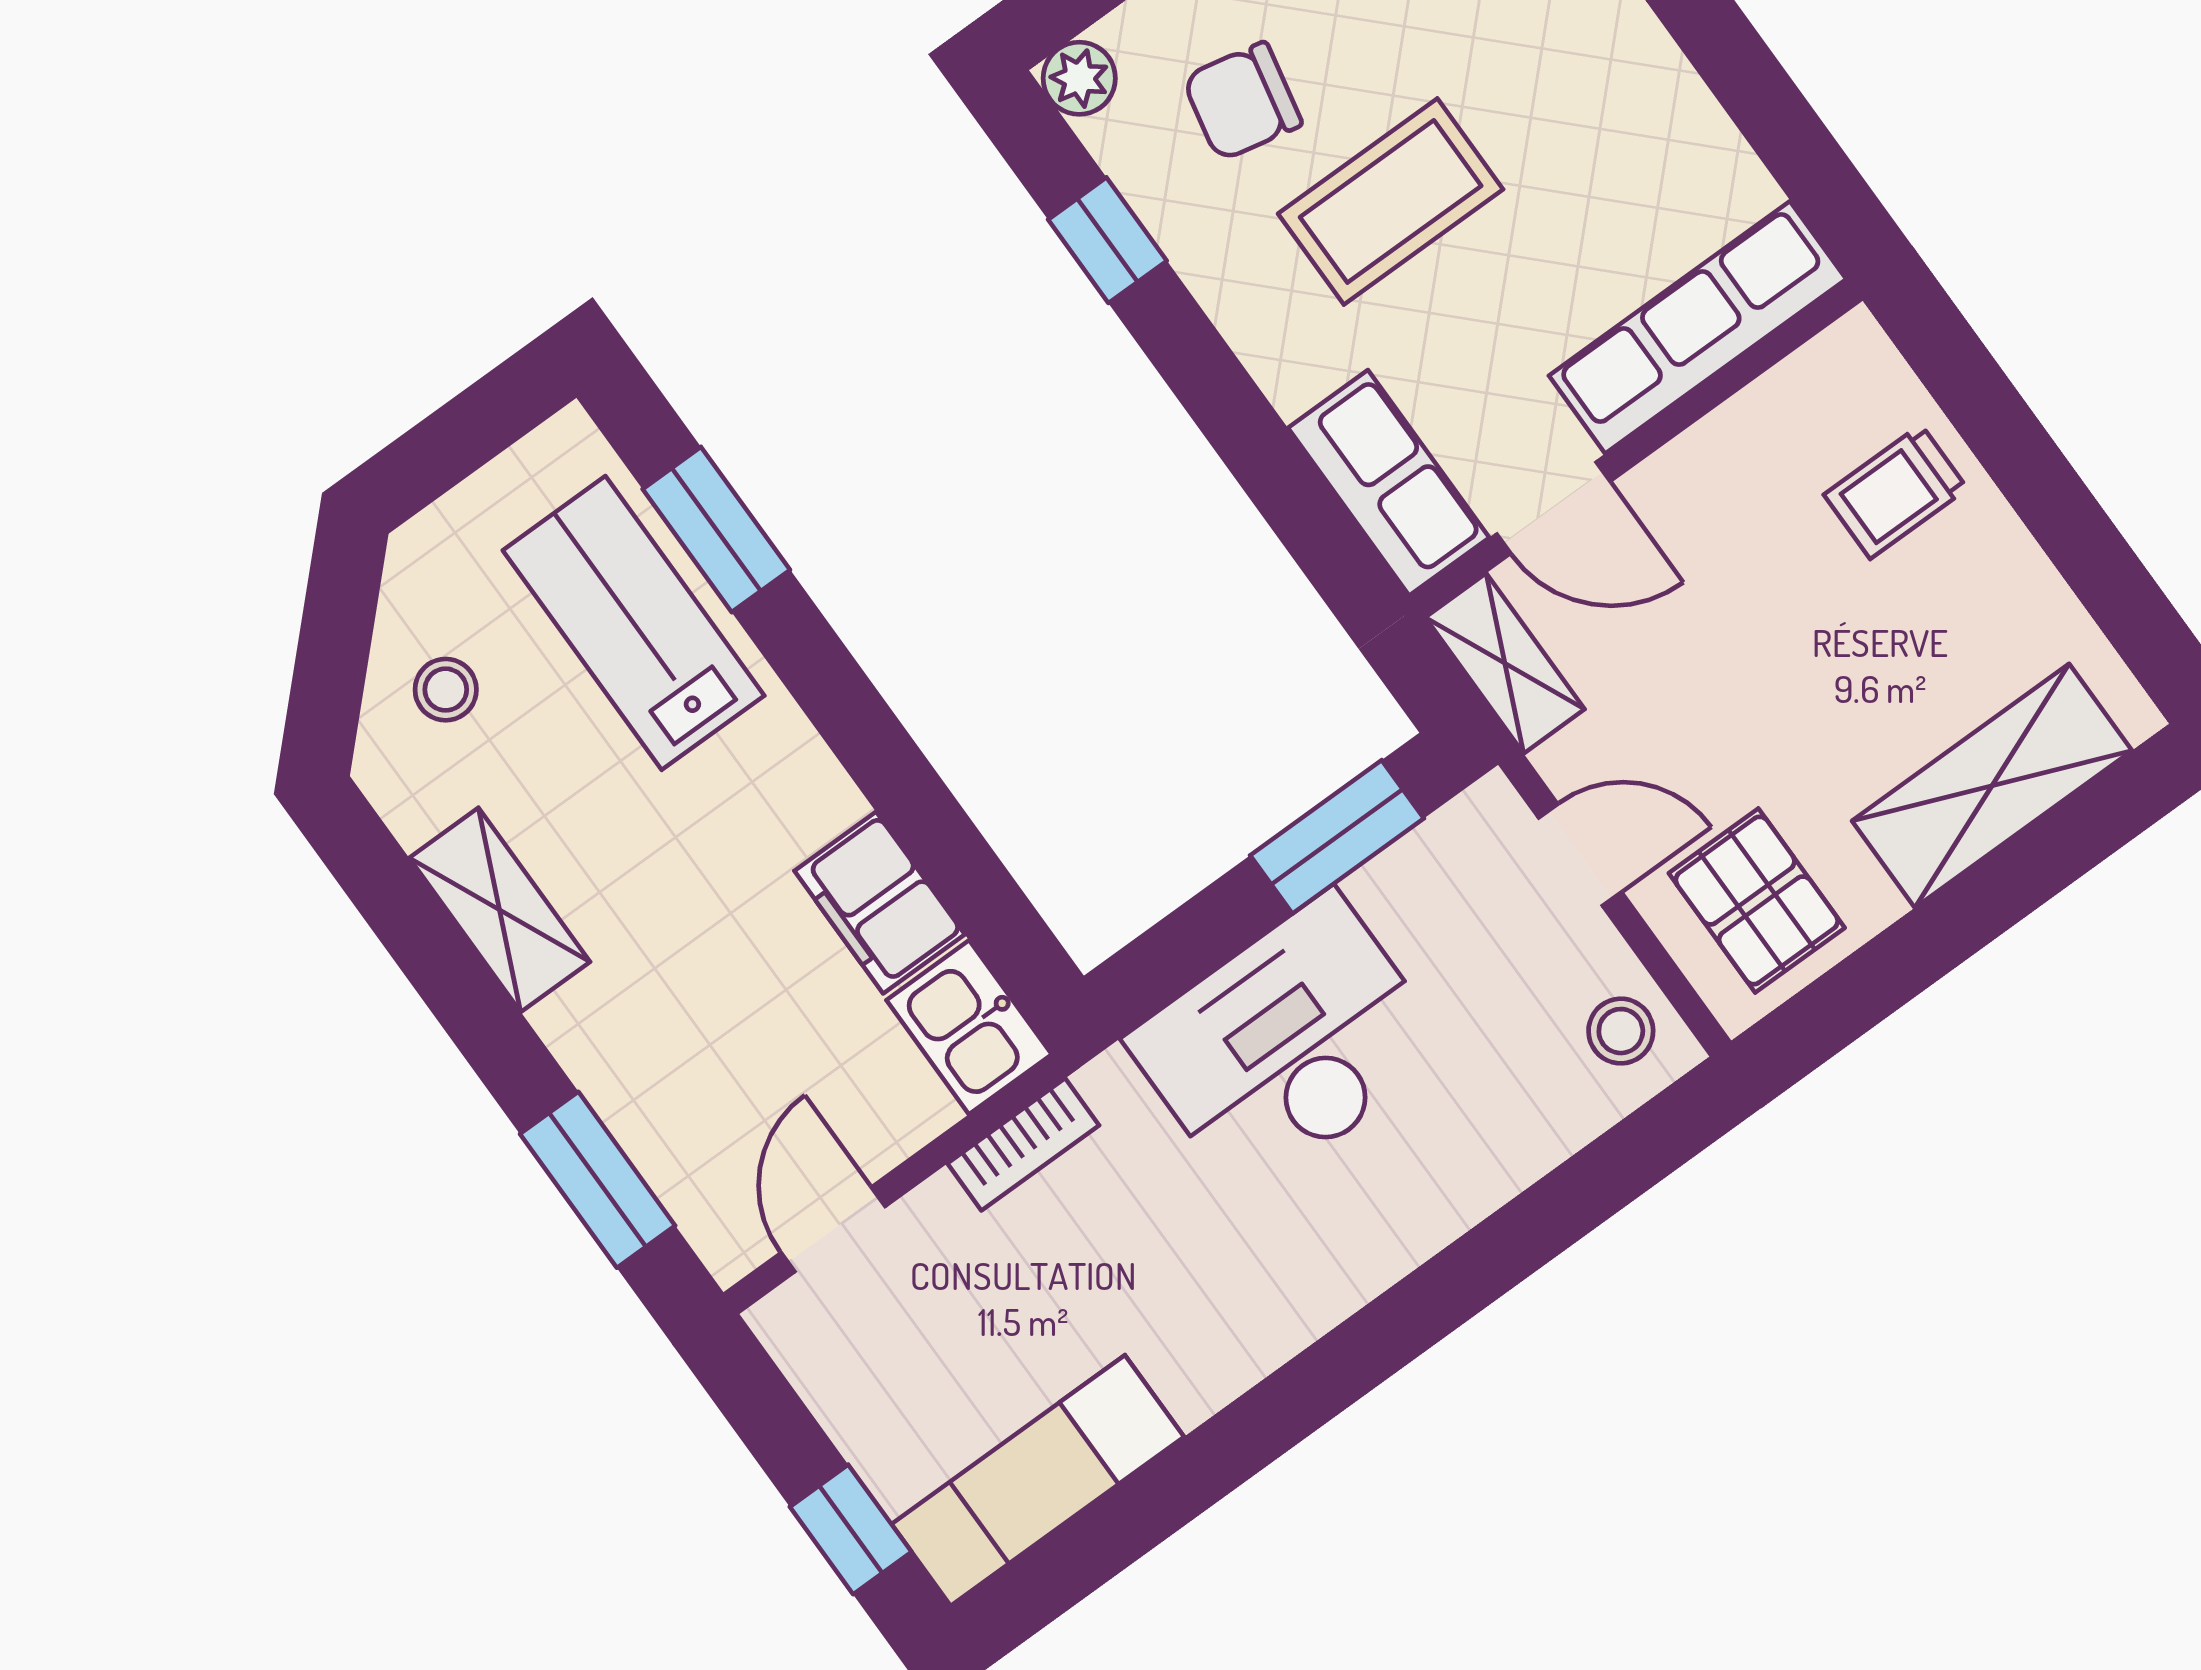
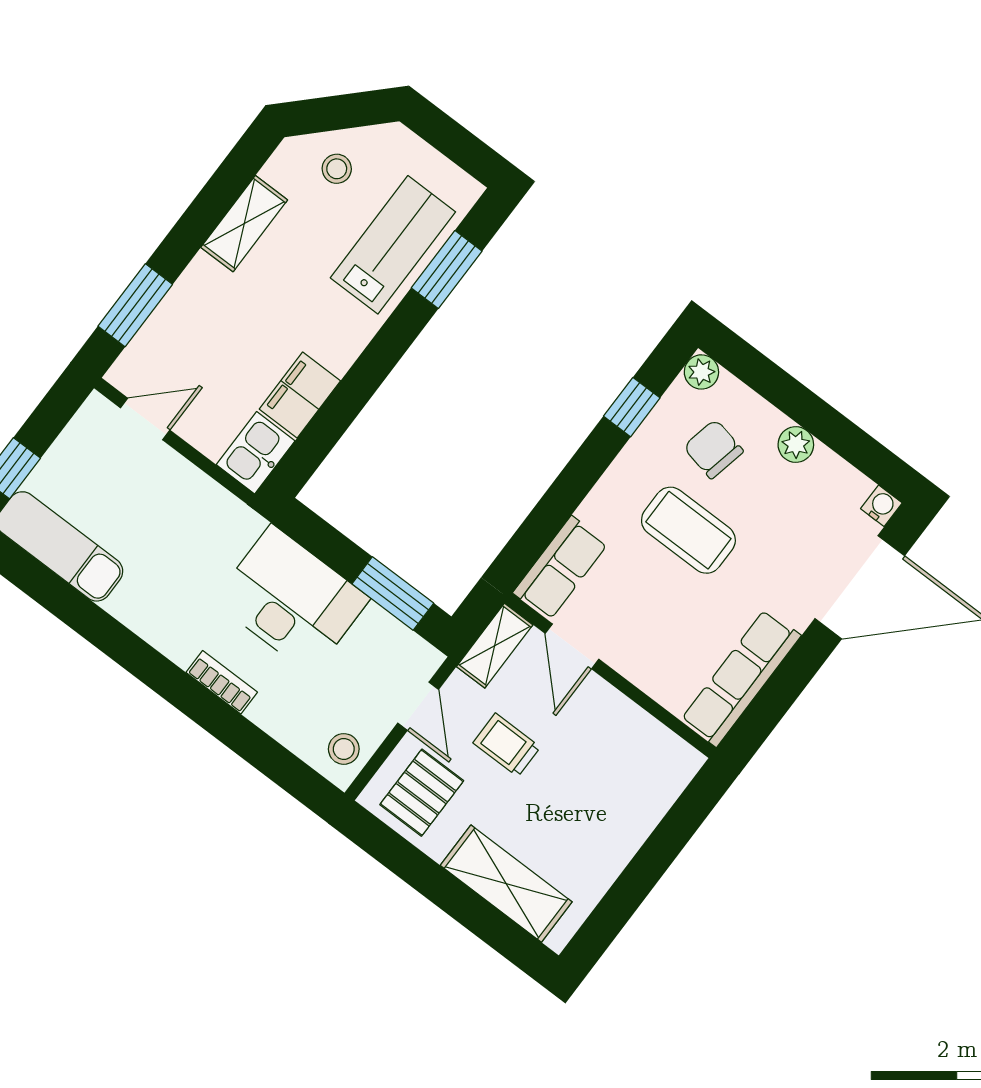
row of seats: (1698, 327) -> (741, 678), moved, turned -90
trolley: (1896, 492) -> (507, 745), moved
bookcase: (1023, 1144) -> (222, 682), moved, turned 180

